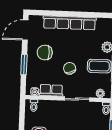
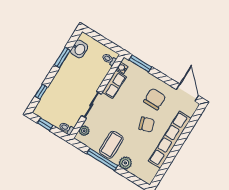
window: (24, 65) -> (140, 64), moved
chair: (70, 68) -> (147, 124), moved

